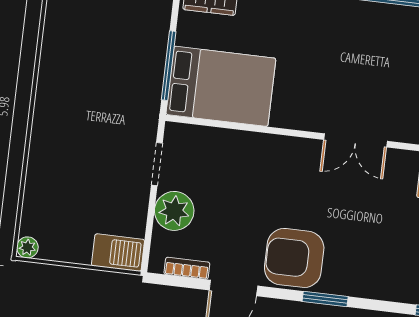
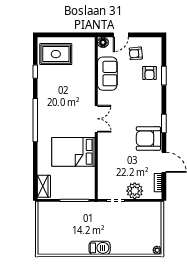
bed: (221, 86) -> (73, 152), moved, turned -90
barbecue: (118, 253) -> (100, 248), moved, turned 90
armchair: (294, 258) -> (148, 138), turned 90

